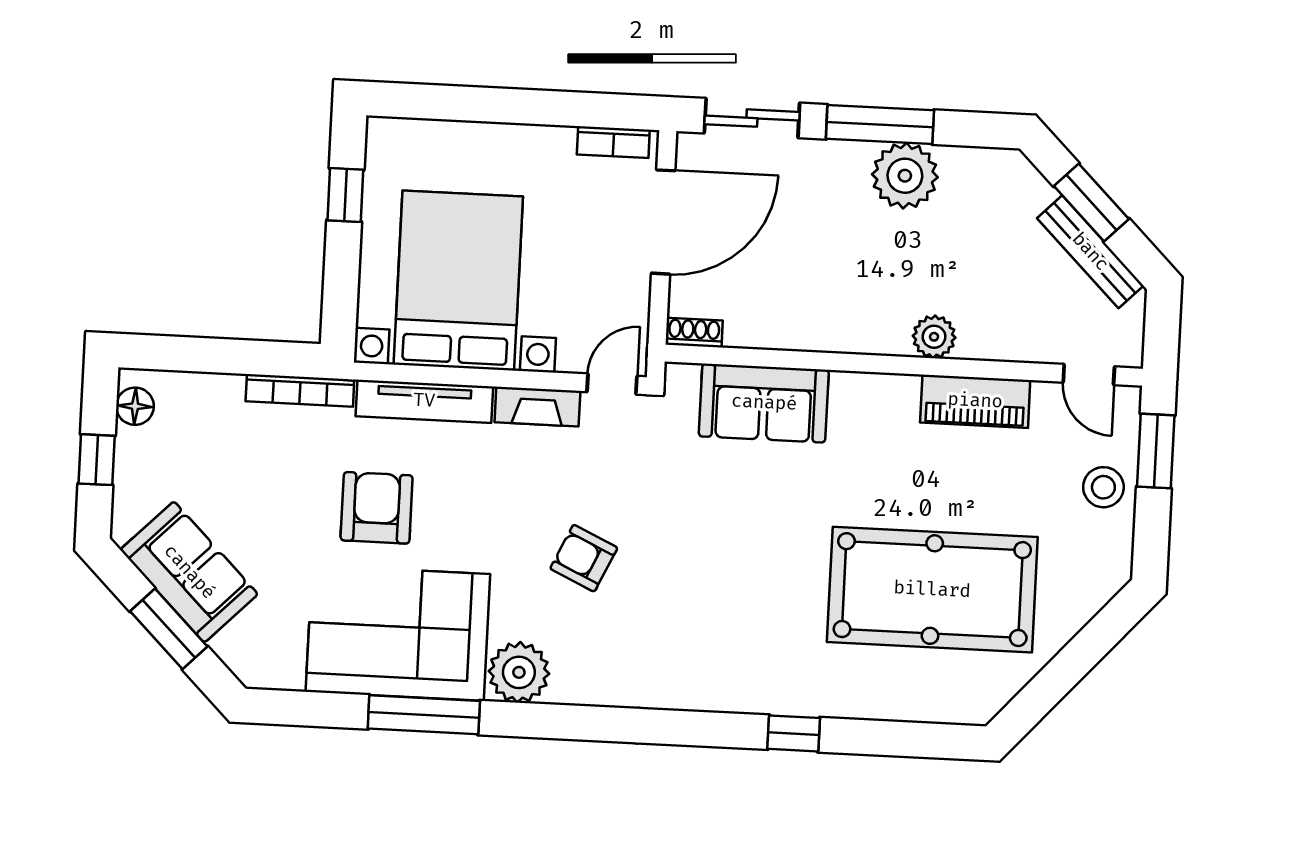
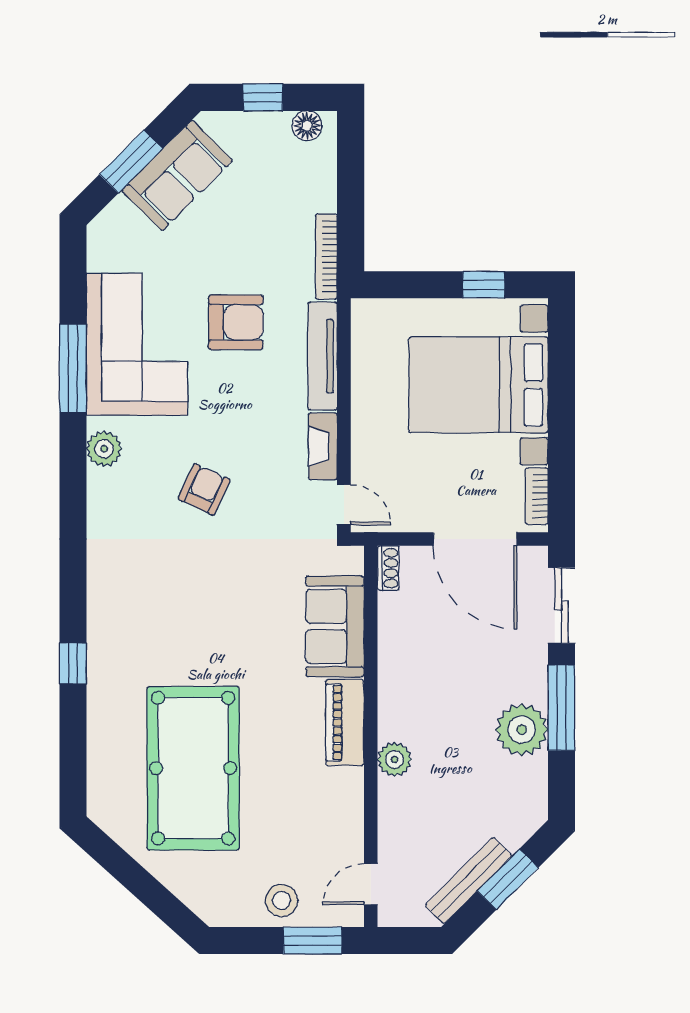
bed with nightstands: (458, 280) -> (478, 385), moved, turned 180
piano: (975, 401) -> (345, 722), moved
plant: (519, 672) -> (104, 449), width x0.73, depth x0.73

